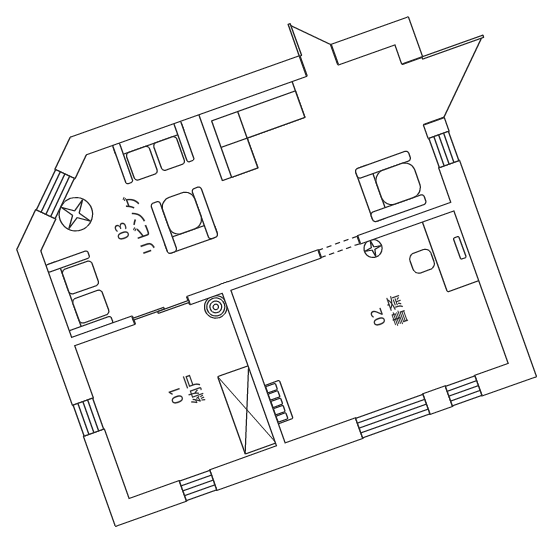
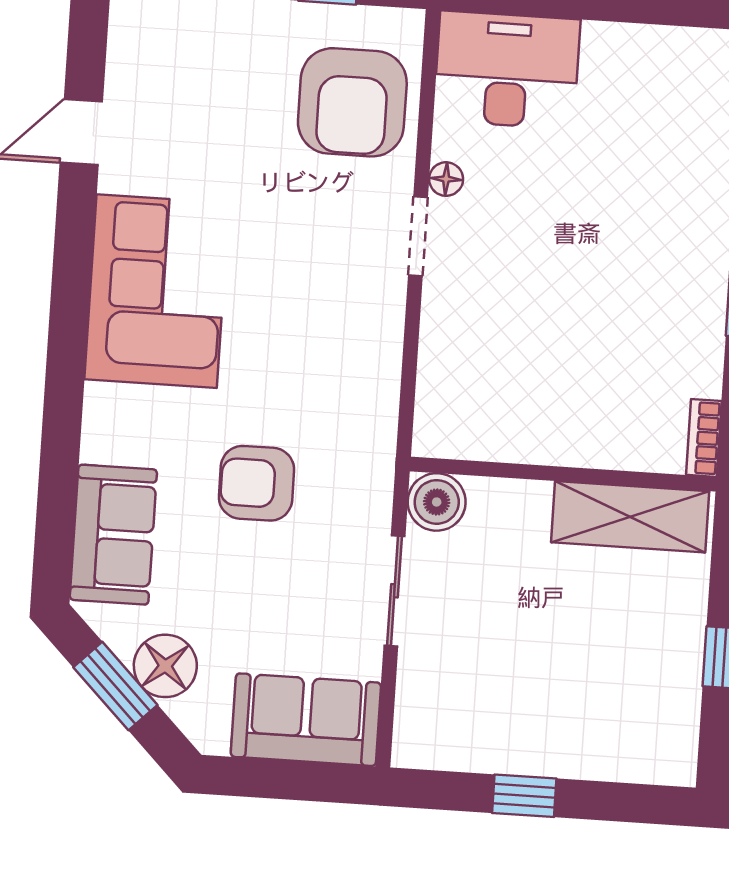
sofa: (153, 152) -> (113, 535), moved
armchair: (391, 186) -> (352, 102), turned 180
armchair: (184, 220) -> (256, 483), width x0.73, depth x0.73
boiler: (216, 307) -> (437, 502), width x1.36, depth x1.36
bookcase: (279, 402) -> (704, 438), moved, turned -90

